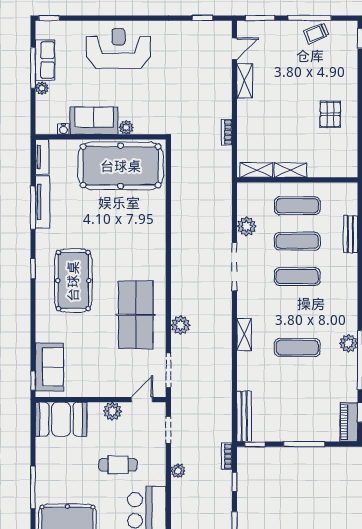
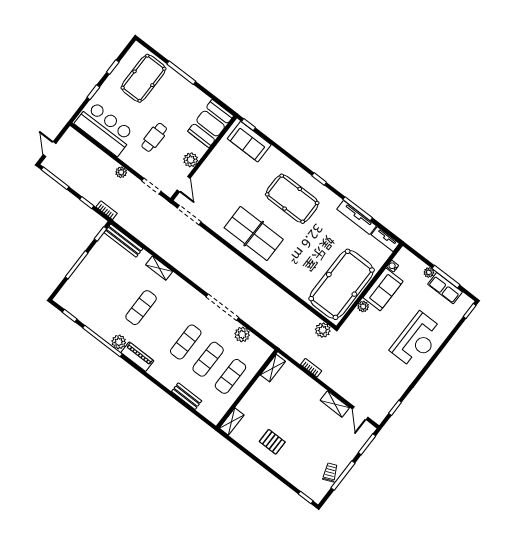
shelving: (291, 170) -> (232, 422), moved
table tennis table: (136, 315) -> (254, 234), moved
plant: (181, 325) -> (323, 330), moved
shelving: (244, 335) -> (159, 268), moved
piano: (349, 422) -> (137, 357), moved

